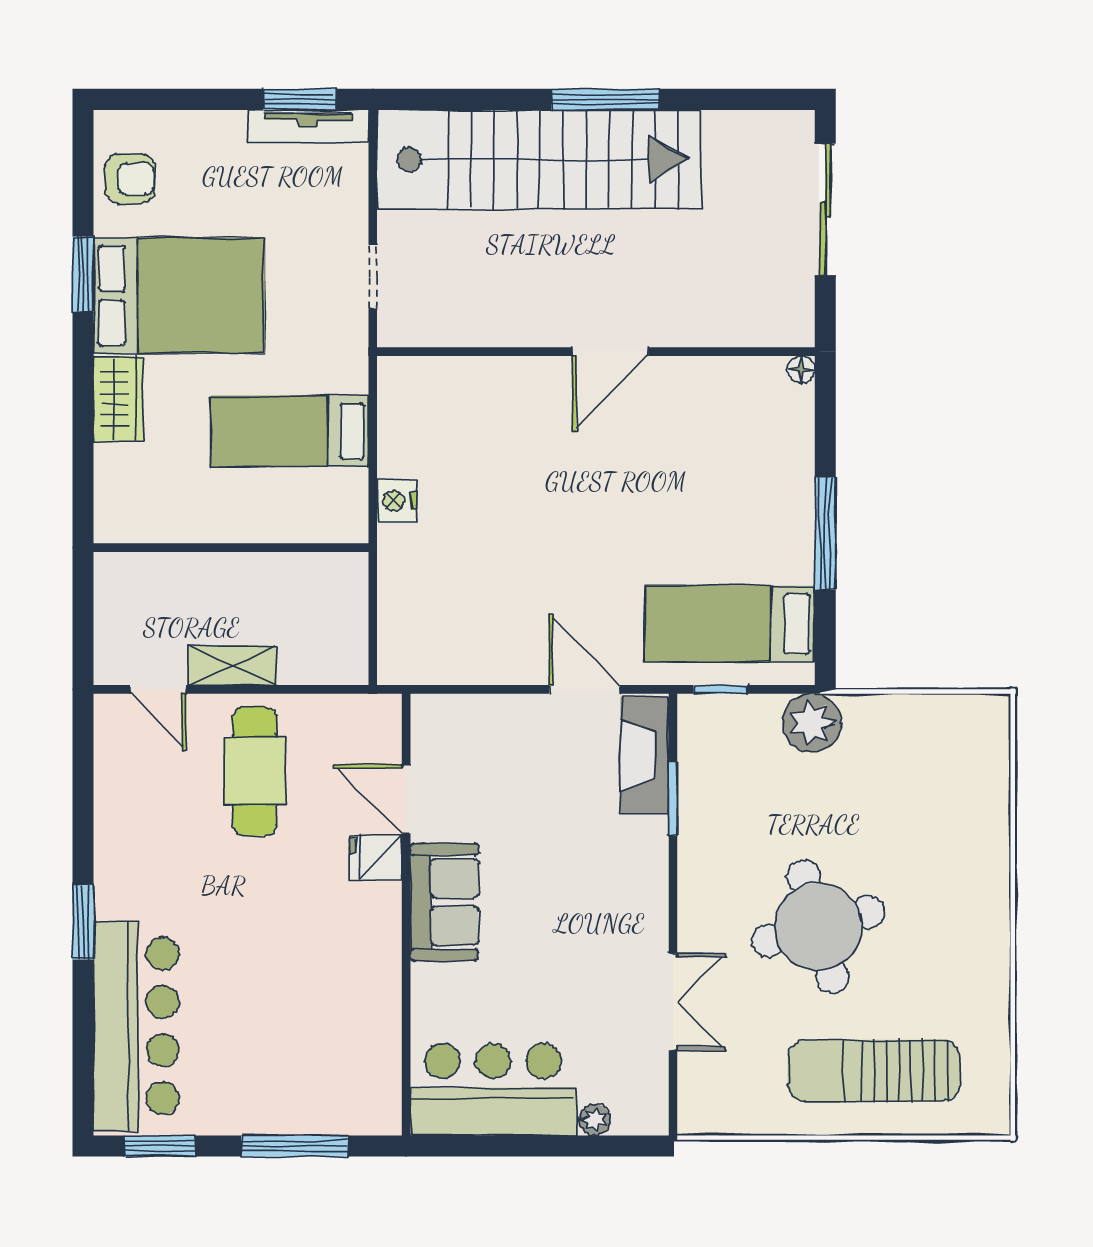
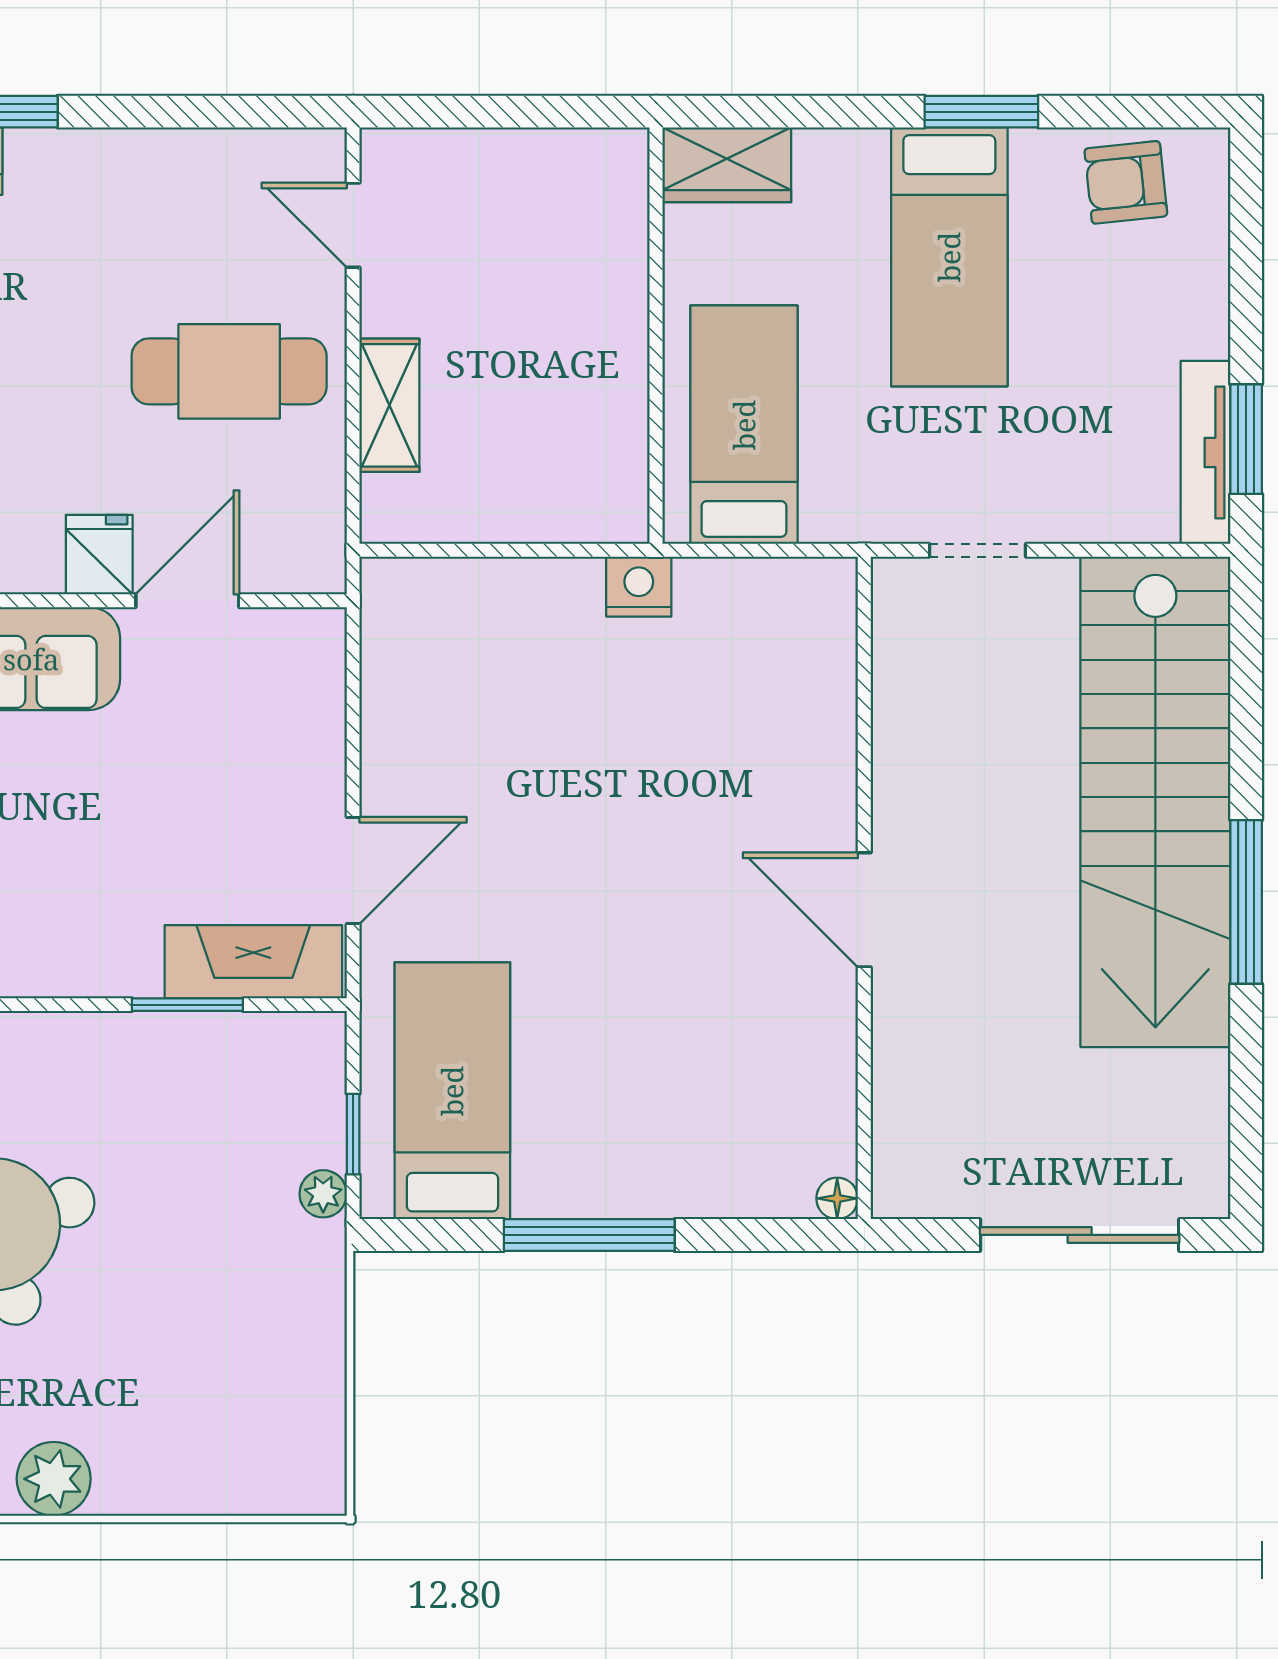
armchair: (130, 179) -> (1126, 182), turned 84
bed: (179, 296) -> (949, 257), width x0.67
wardrobe: (118, 399) -> (727, 165), moved
wall: (231, 548) -> (656, 336), moved
shelving: (232, 665) -> (389, 405), moved
door: (158, 689) -> (353, 225), hinge flipped
window: (720, 689) -> (353, 1134), moved
plant: (812, 723) -> (323, 1194), width x0.53, depth x0.53
plant: (986, 887) -> (54, 1479), added

